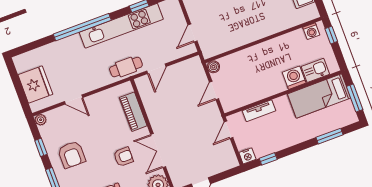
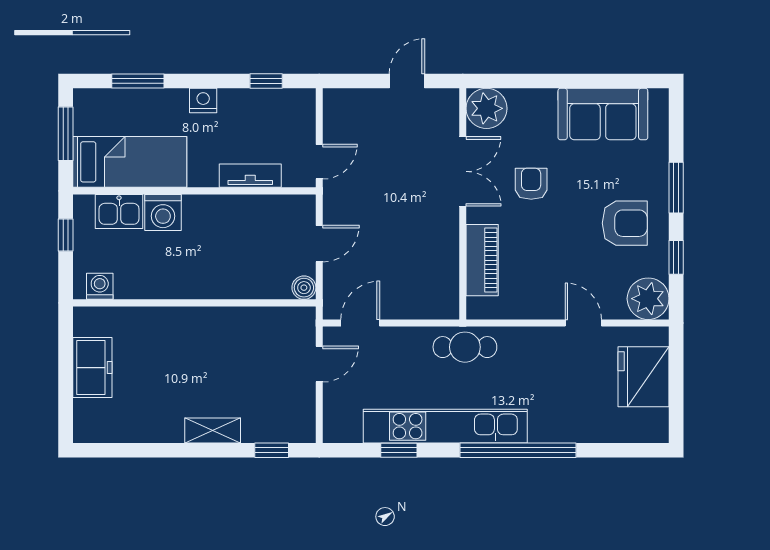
window: (331, 35) -> (66, 235), moved
door: (156, 69) -> (360, 323), moved
plant: (41, 120) -> (648, 299), width x1.87, depth x1.87
armchair: (72, 155) -> (625, 223), turned 90
nightstand: (247, 156) -> (203, 101), moved
armchair: (123, 157) -> (531, 184), turned 90

